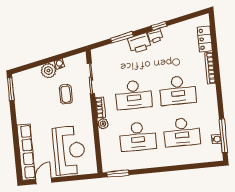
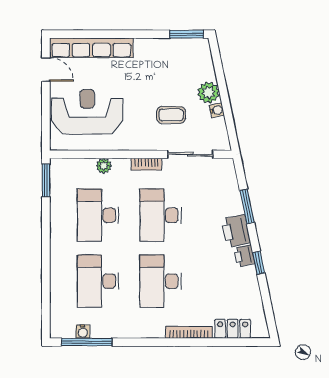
plant: (103, 124) -> (104, 166), moved
reception desk: (69, 150) -> (87, 112), turned 180

